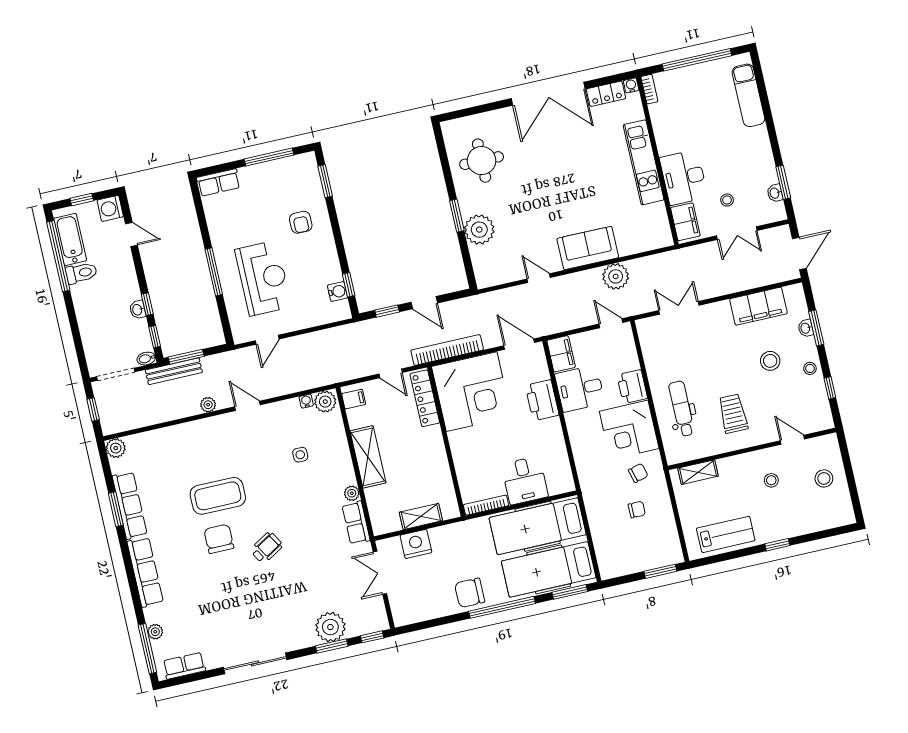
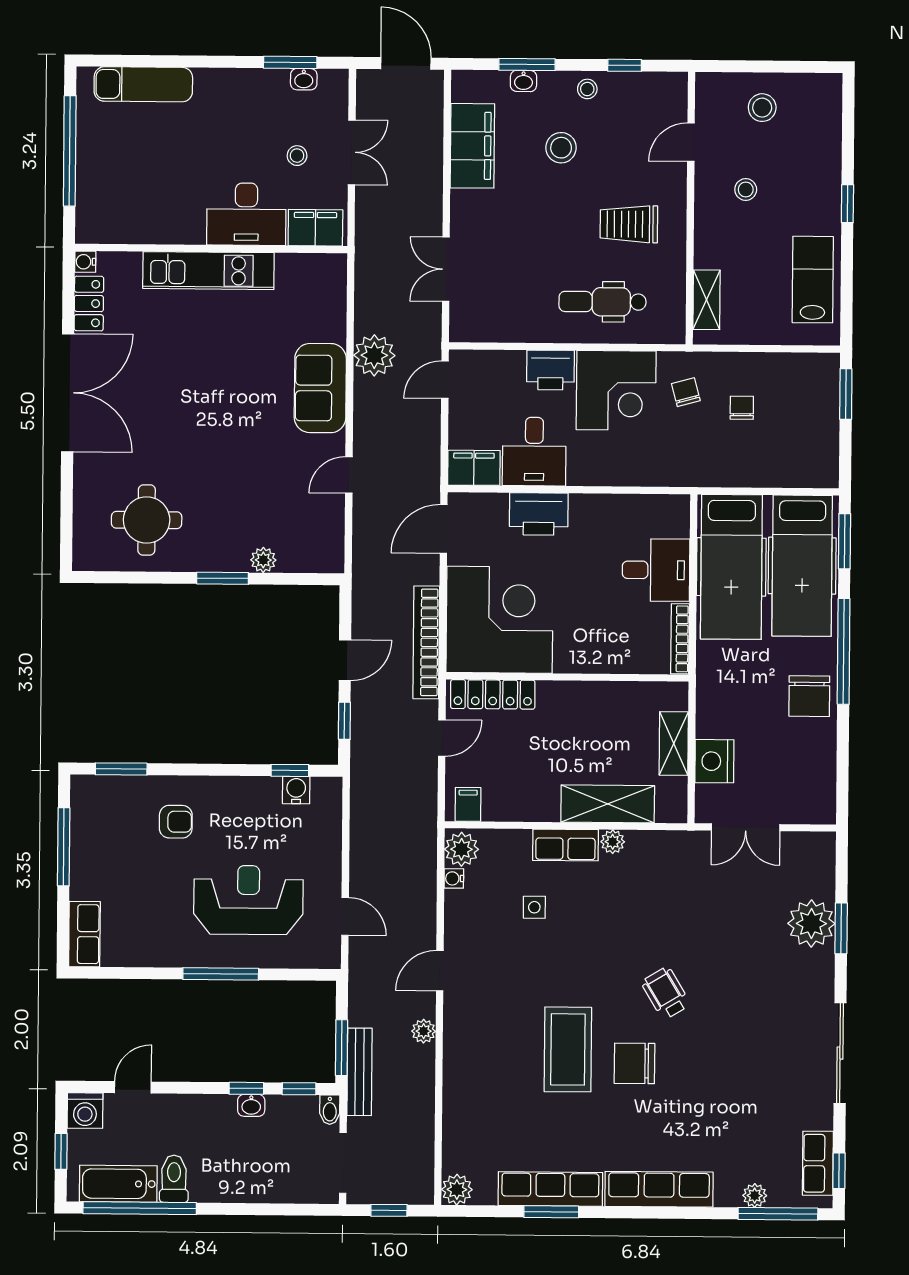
bookcase: (649, 89) -> (98, 235), removed
plant: (479, 230) -> (263, 560), width x0.53, depth x0.53
shelving: (368, 457) -> (608, 804), moved
row of seats: (356, 523) -> (565, 845), moved
window: (372, 637) -> (839, 1171), moved

